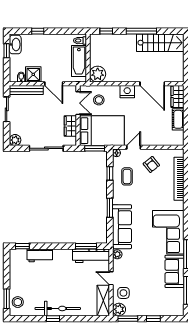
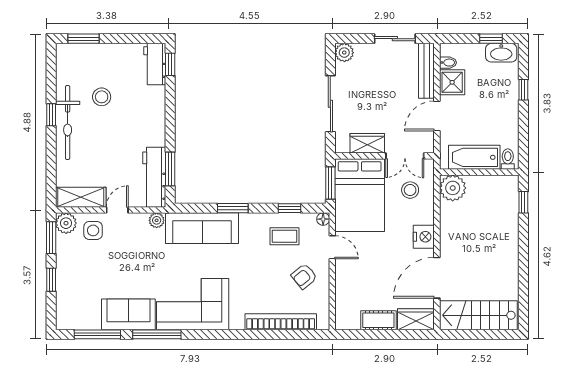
window: (141, 31) -> (523, 260), removed
stairs: (160, 43) -> (478, 315), moved, turned 90
workbench: (40, 255) -> (155, 64), moved
stool: (18, 302) -> (102, 97), moved

